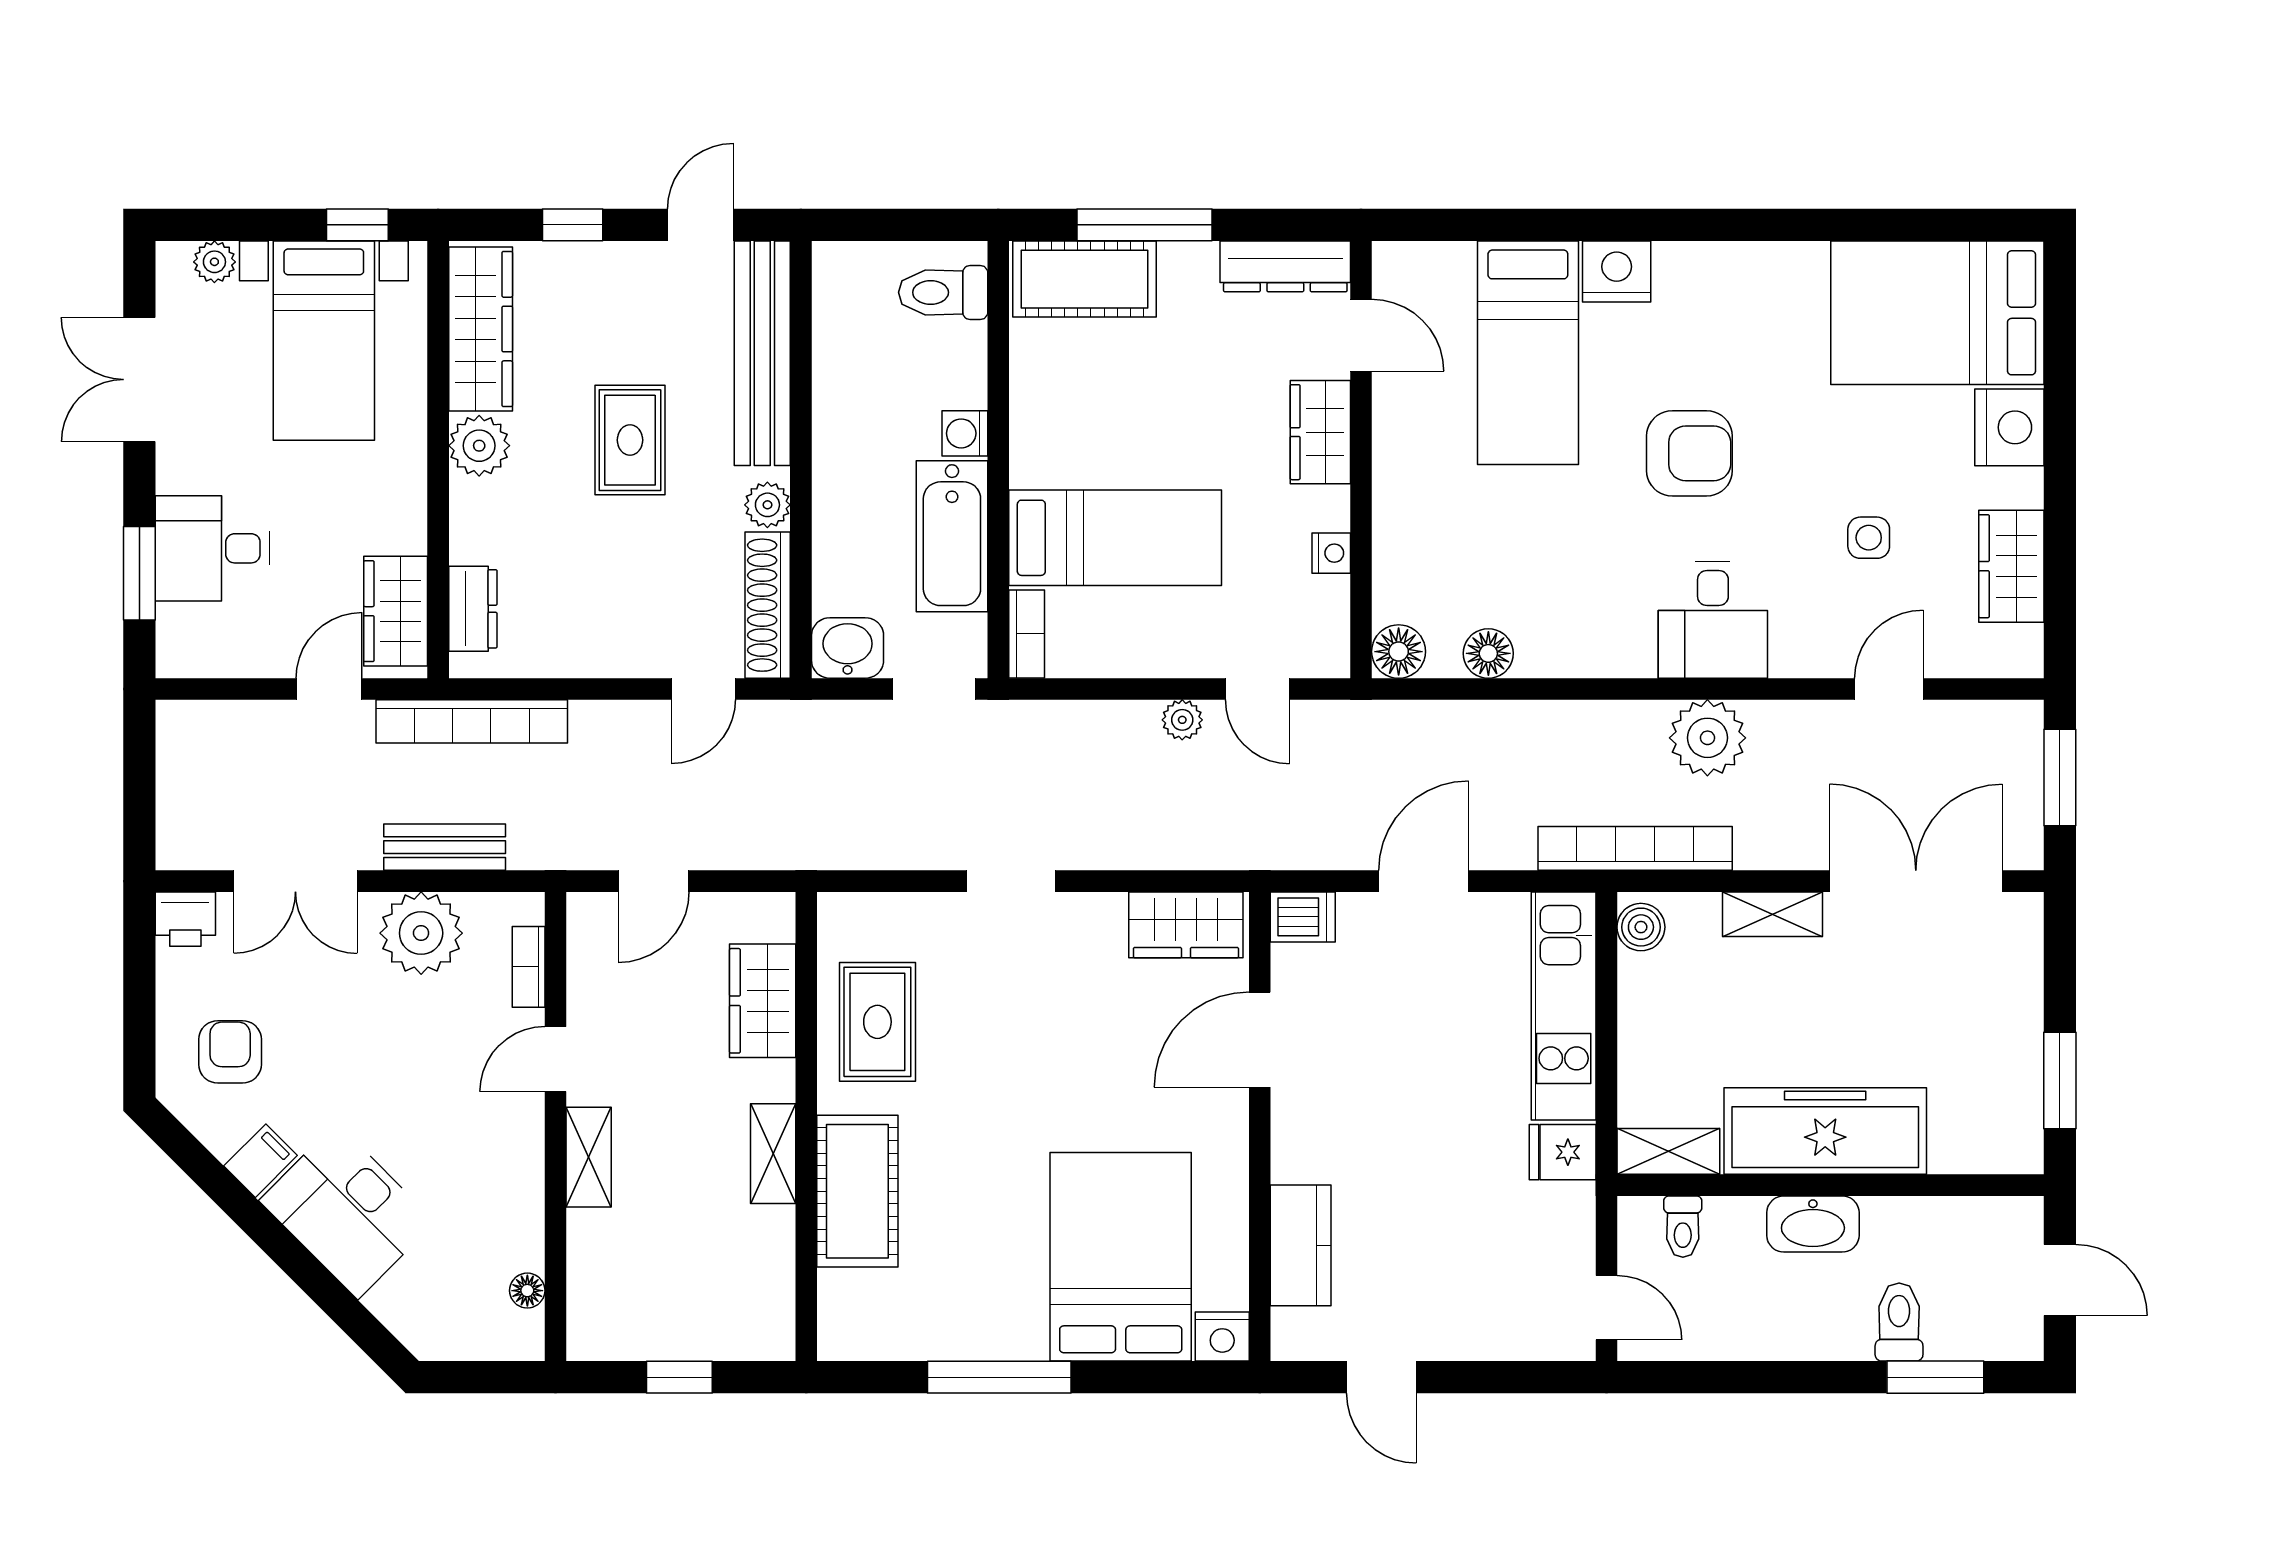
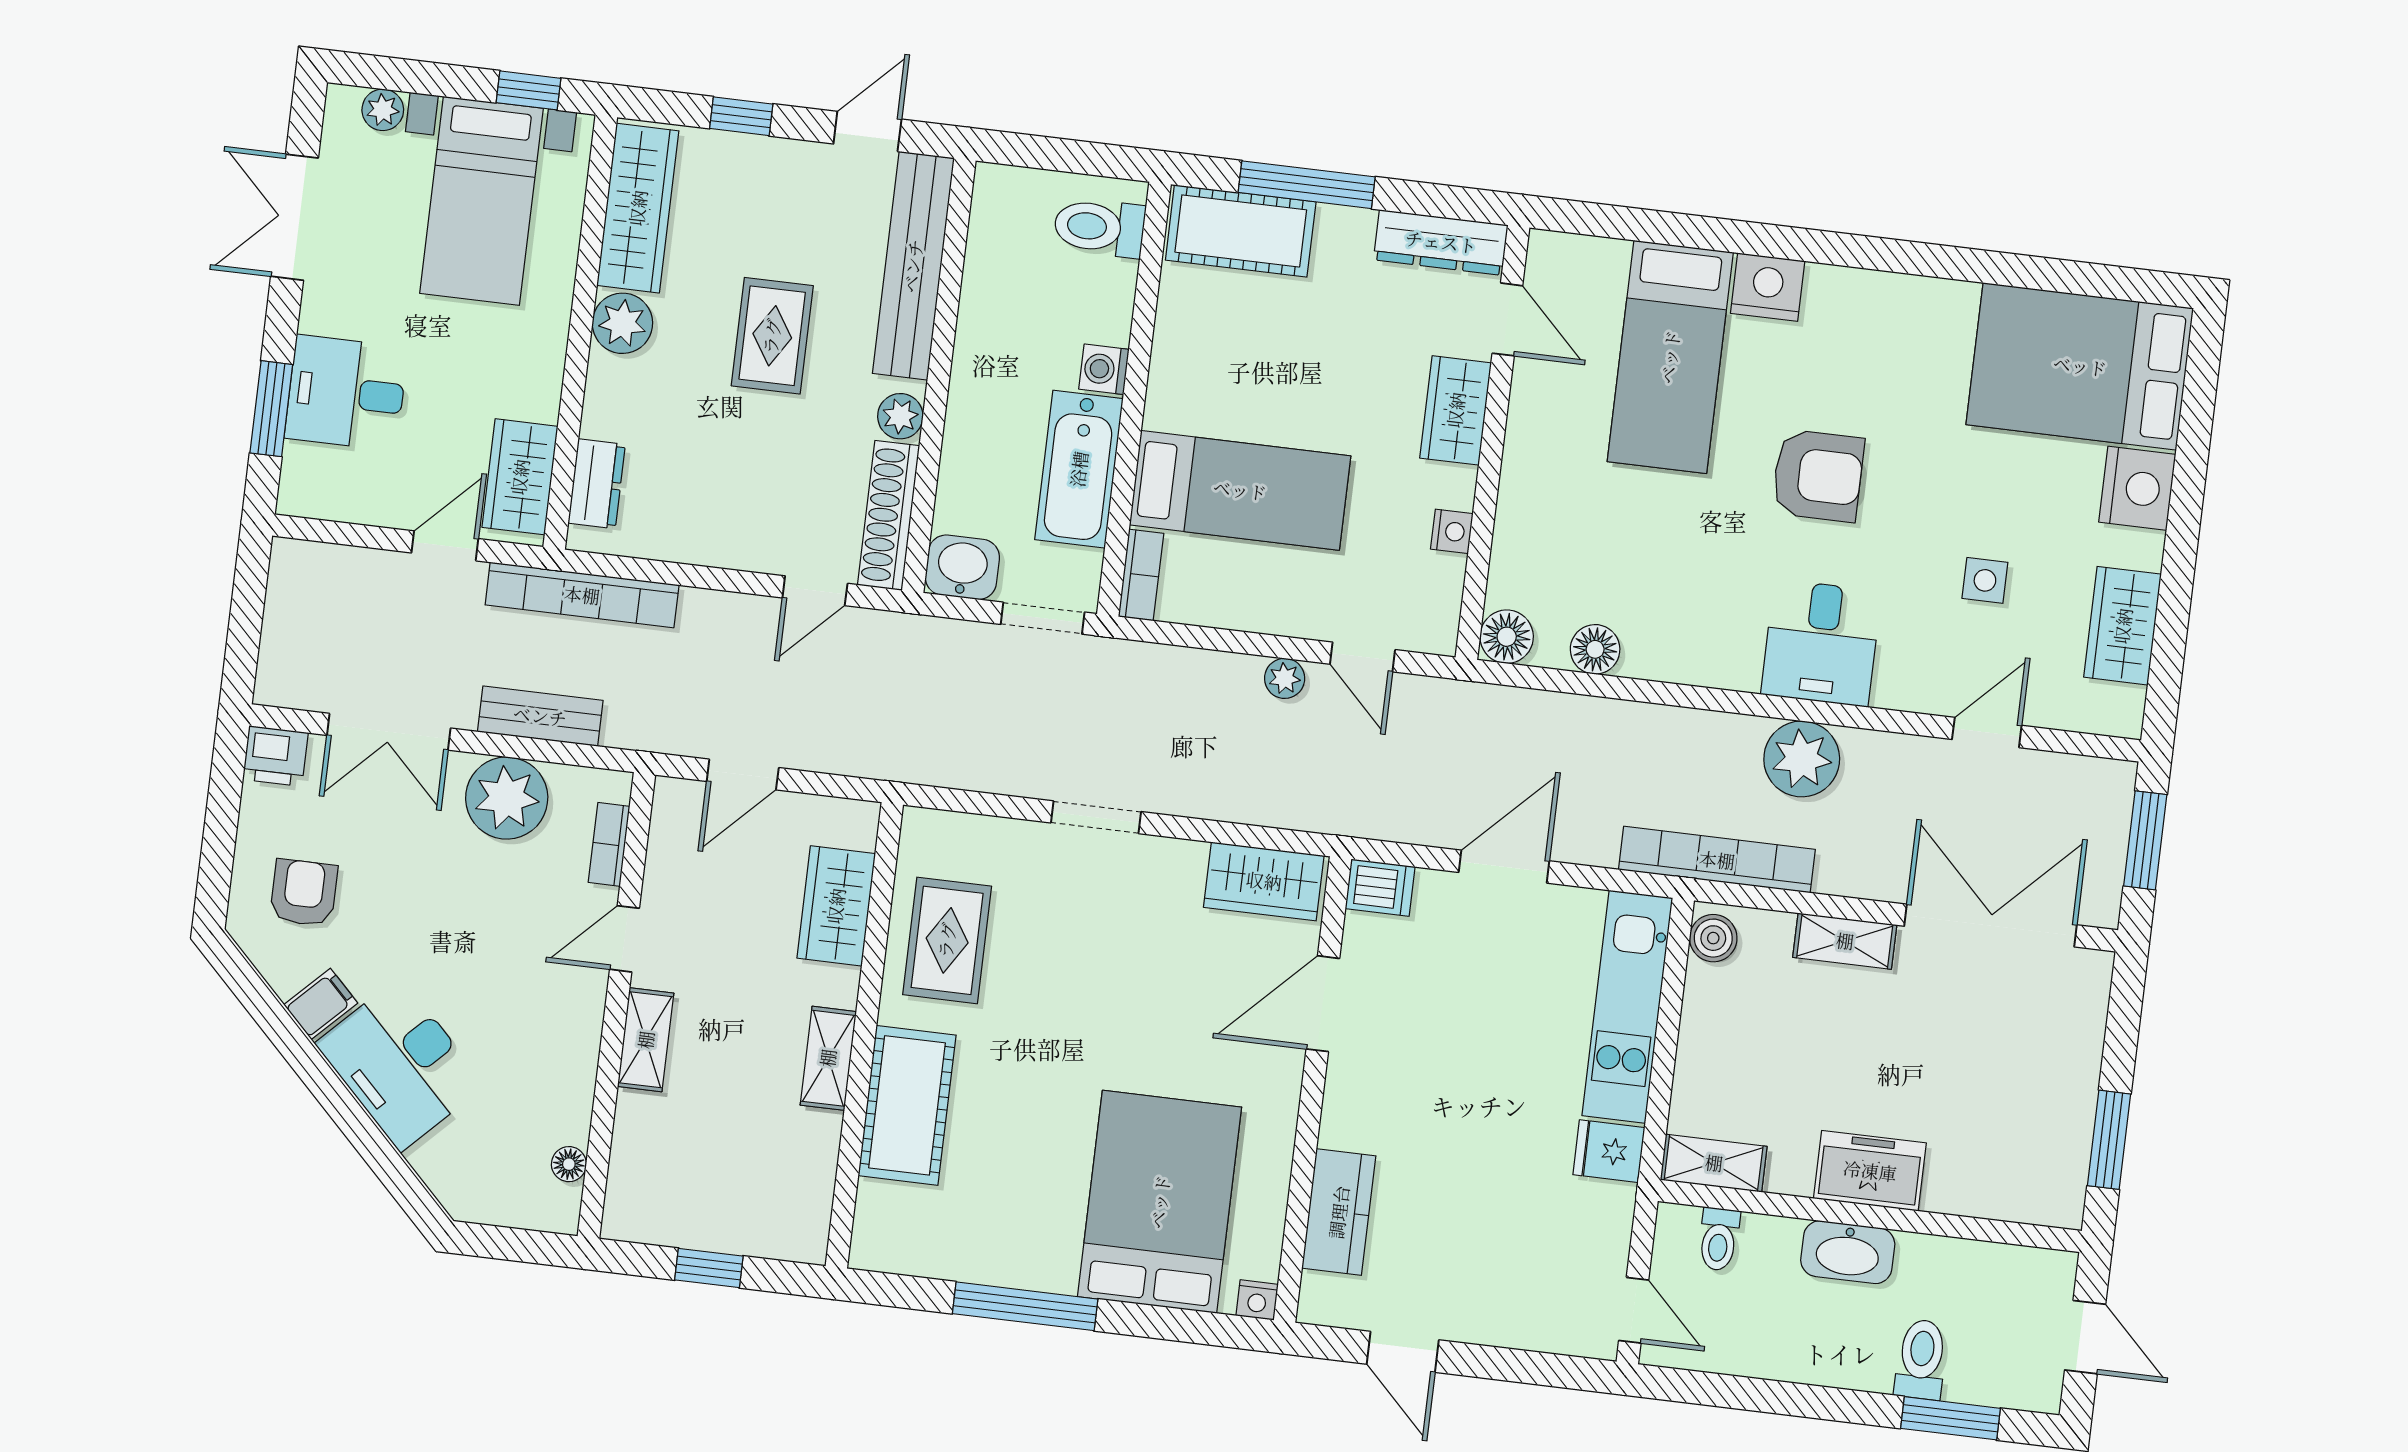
freezer: (1825, 1131) -> (1870, 1171), width x0.52, depth x0.79
nightstand: (1222, 1337) -> (1257, 1300), width x0.72, depth x0.74

